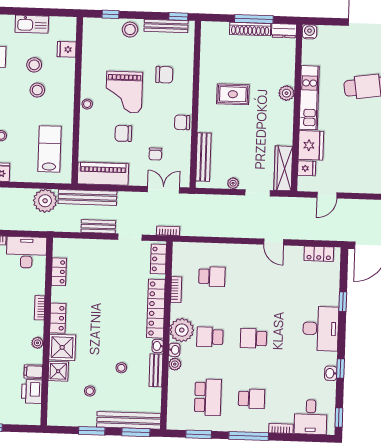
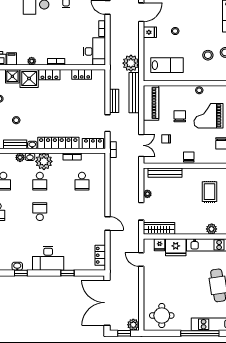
door: (274, 242) -> (107, 223), swing flipped
school desk: (210, 337) -> (40, 181), turned 180

